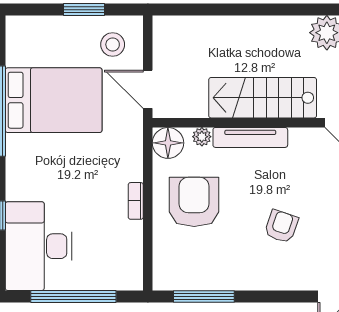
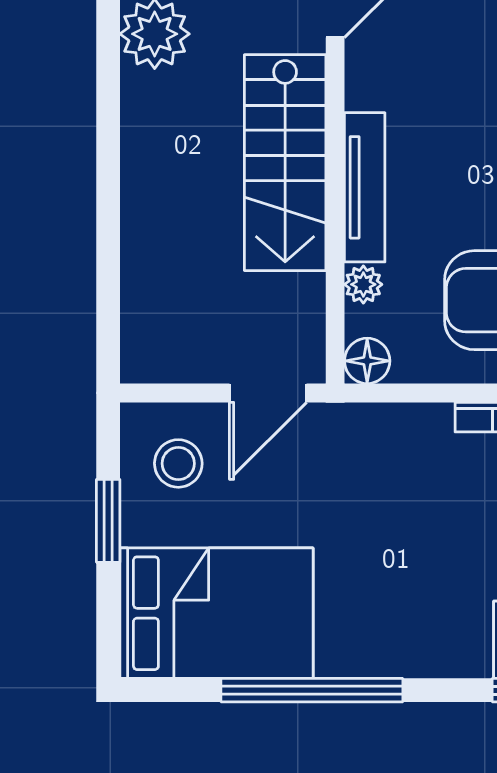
bed: (54, 100) -> (216, 613), moved, turned 90
floor lamp: (168, 143) -> (367, 361), width x0.73, depth x0.73

